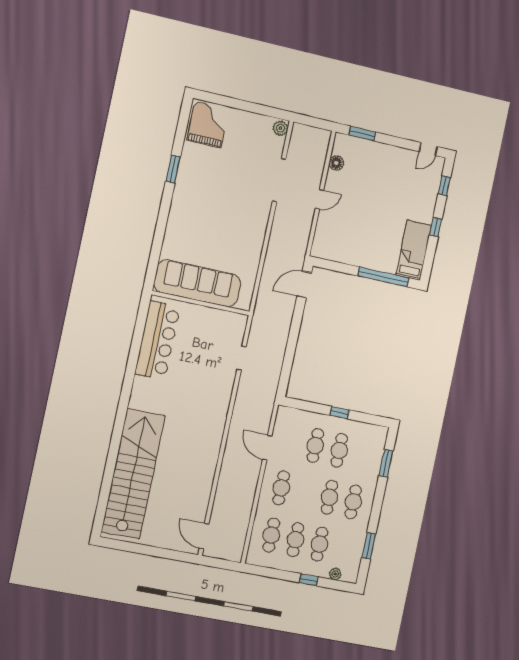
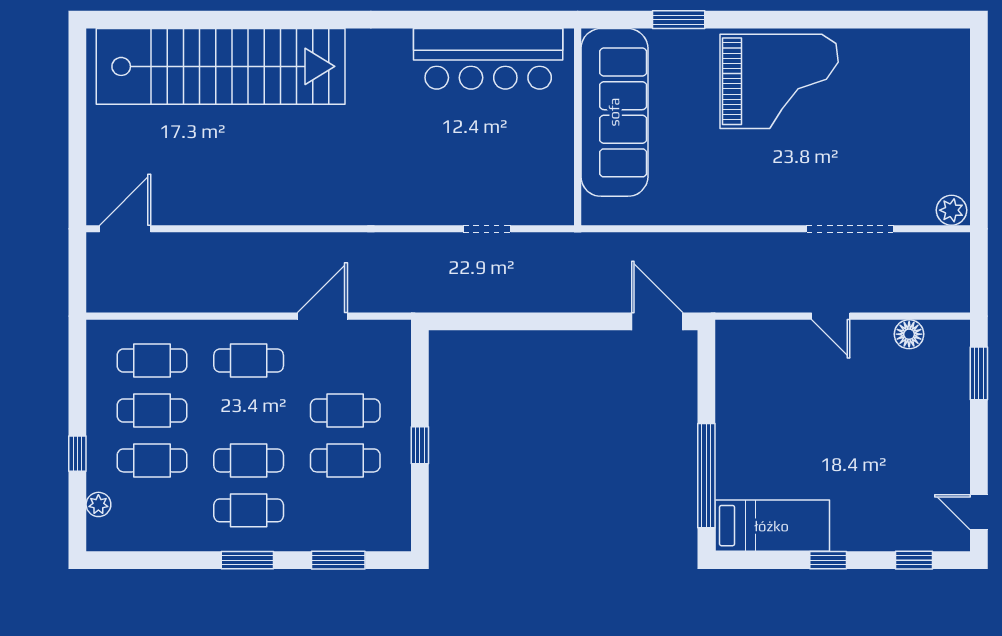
grand piano: (208, 124) -> (779, 81), moved, width x1.37, depth x1.48
window: (173, 169) -> (679, 20), moved
window: (369, 546) -> (247, 560), moved

